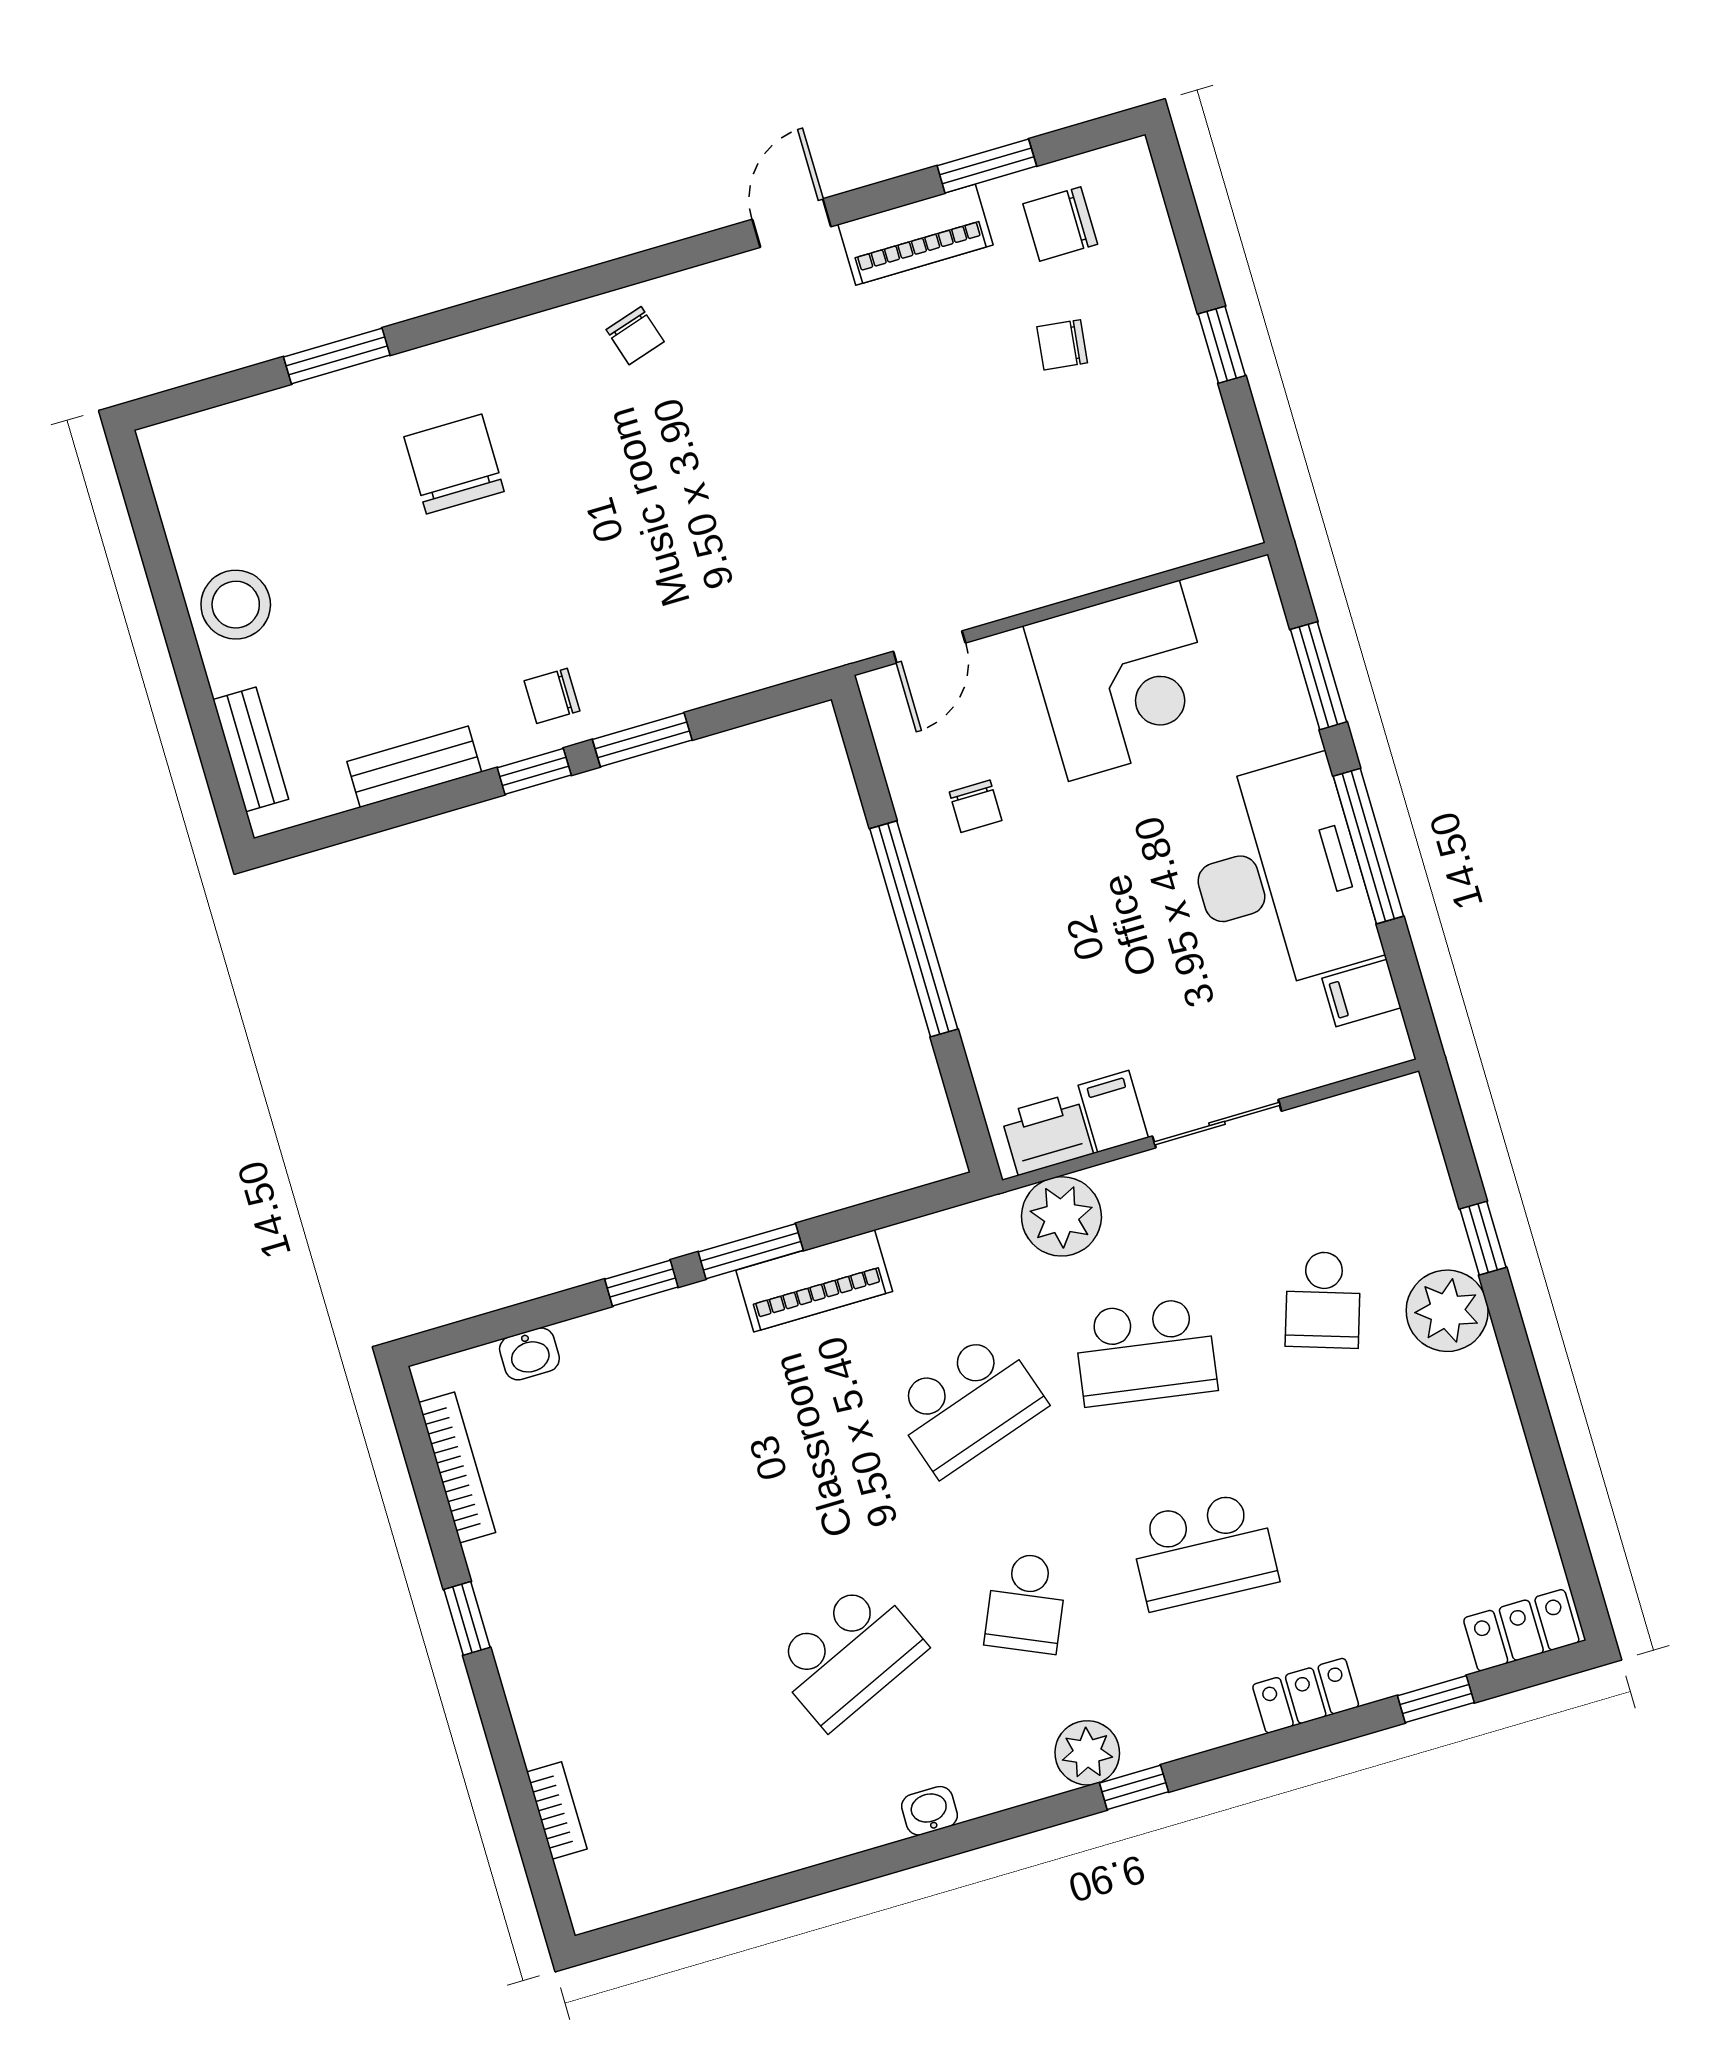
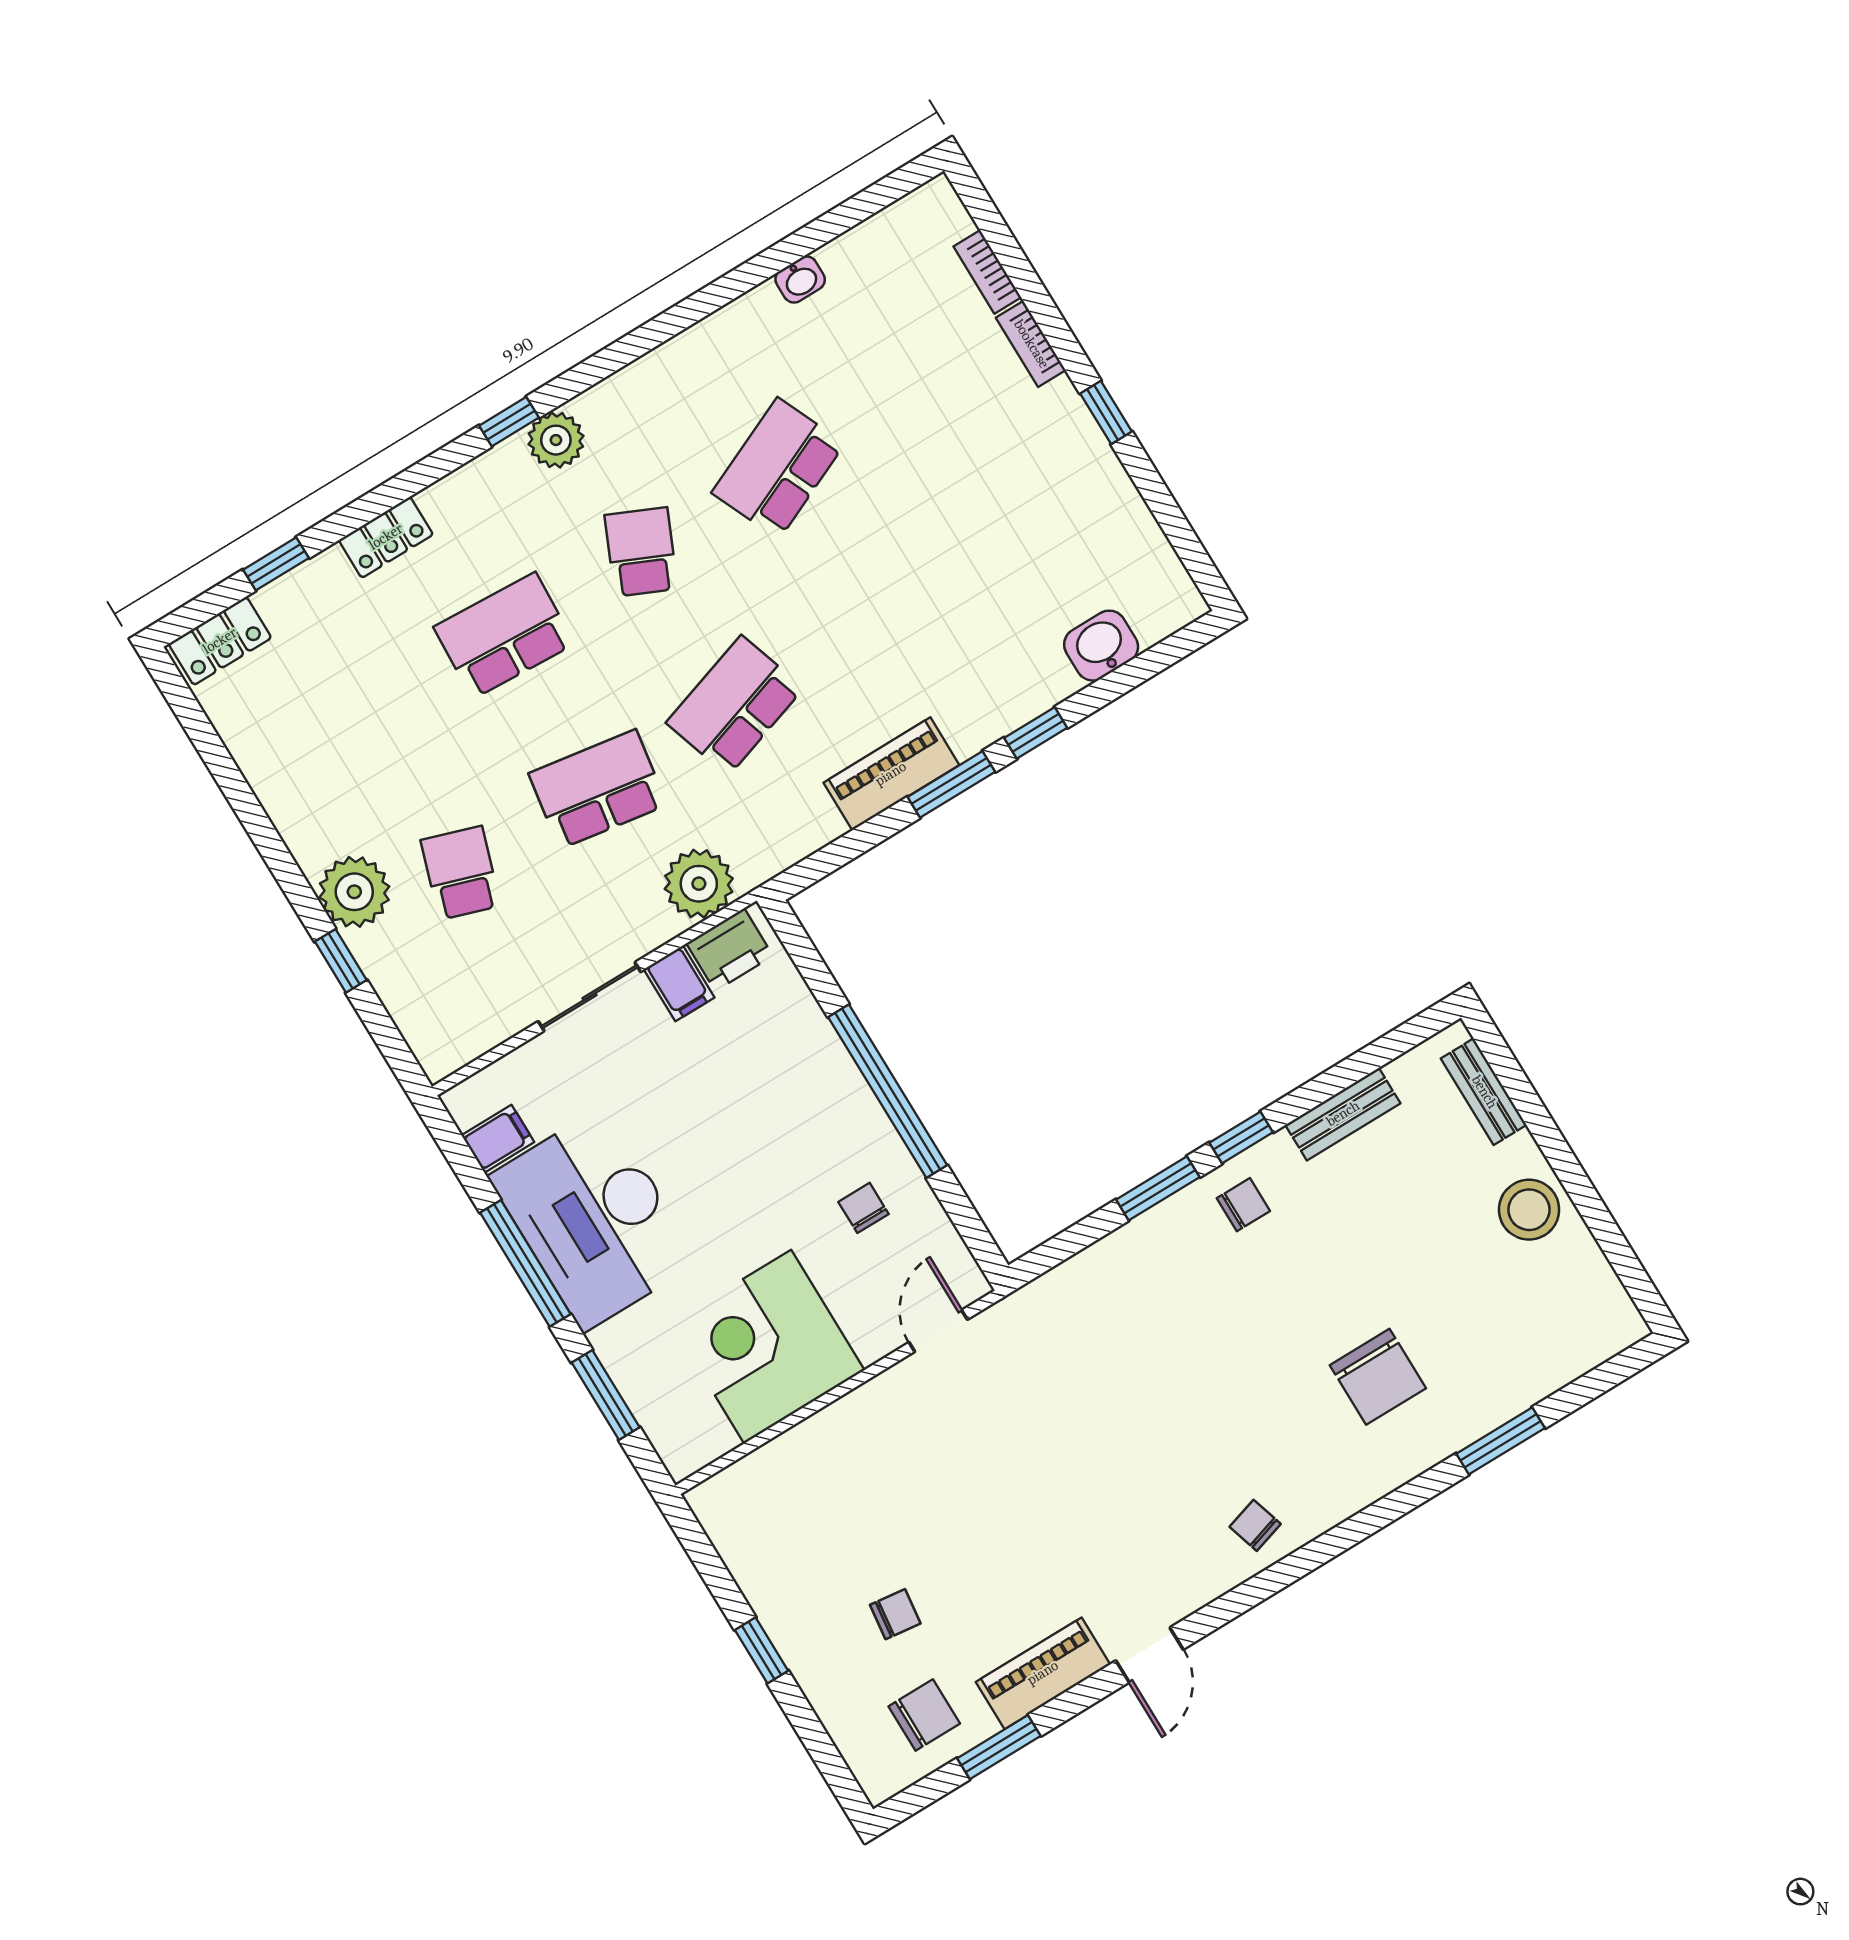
washbasin: (529, 1354) -> (1101, 646), width x1.38, depth x1.45
bookcase: (457, 1467) -> (1031, 344), moved, width x0.64
washbasin: (929, 1811) -> (800, 279), moved

